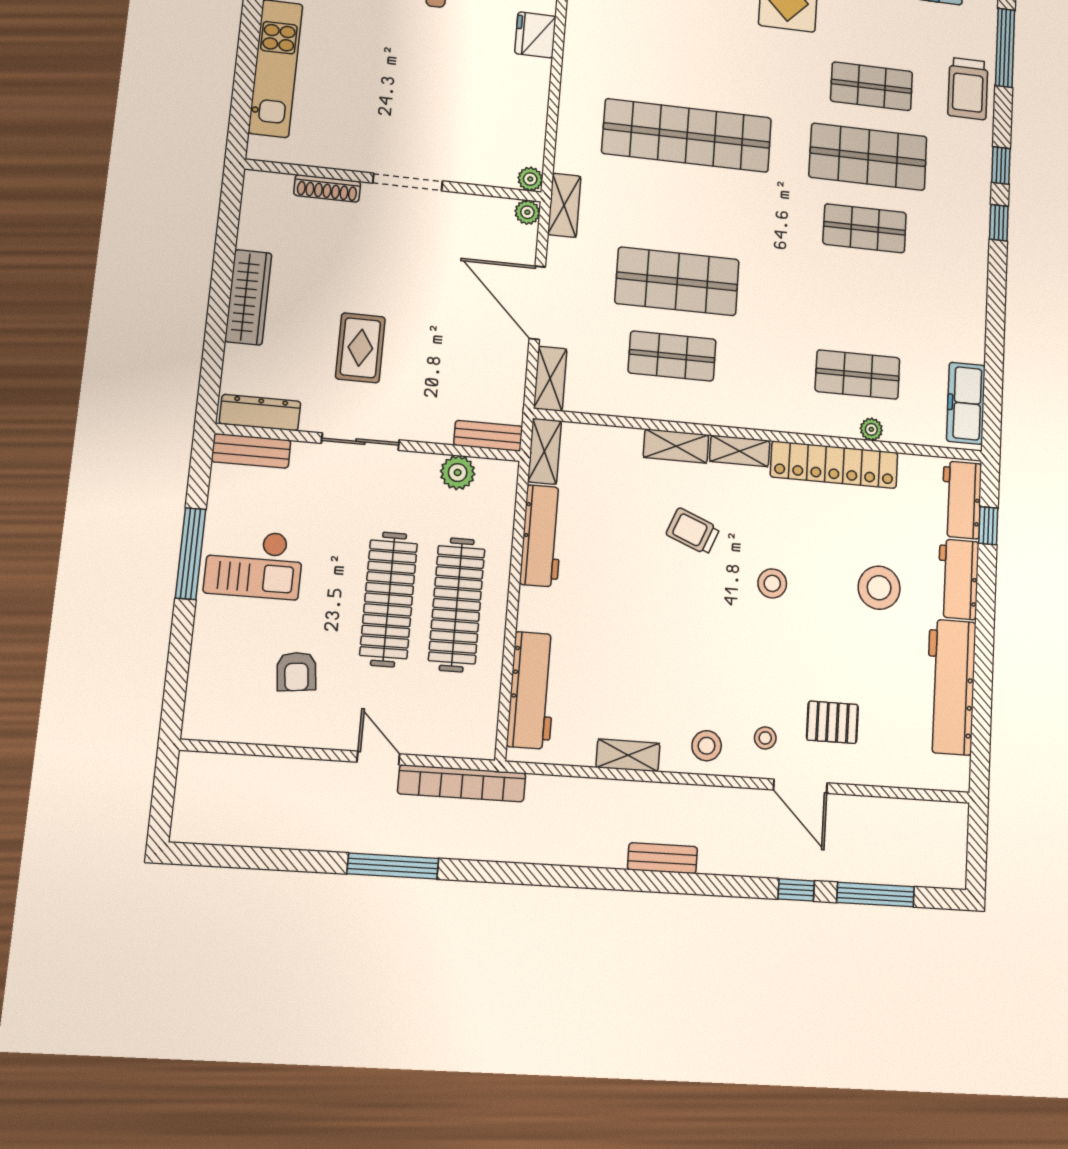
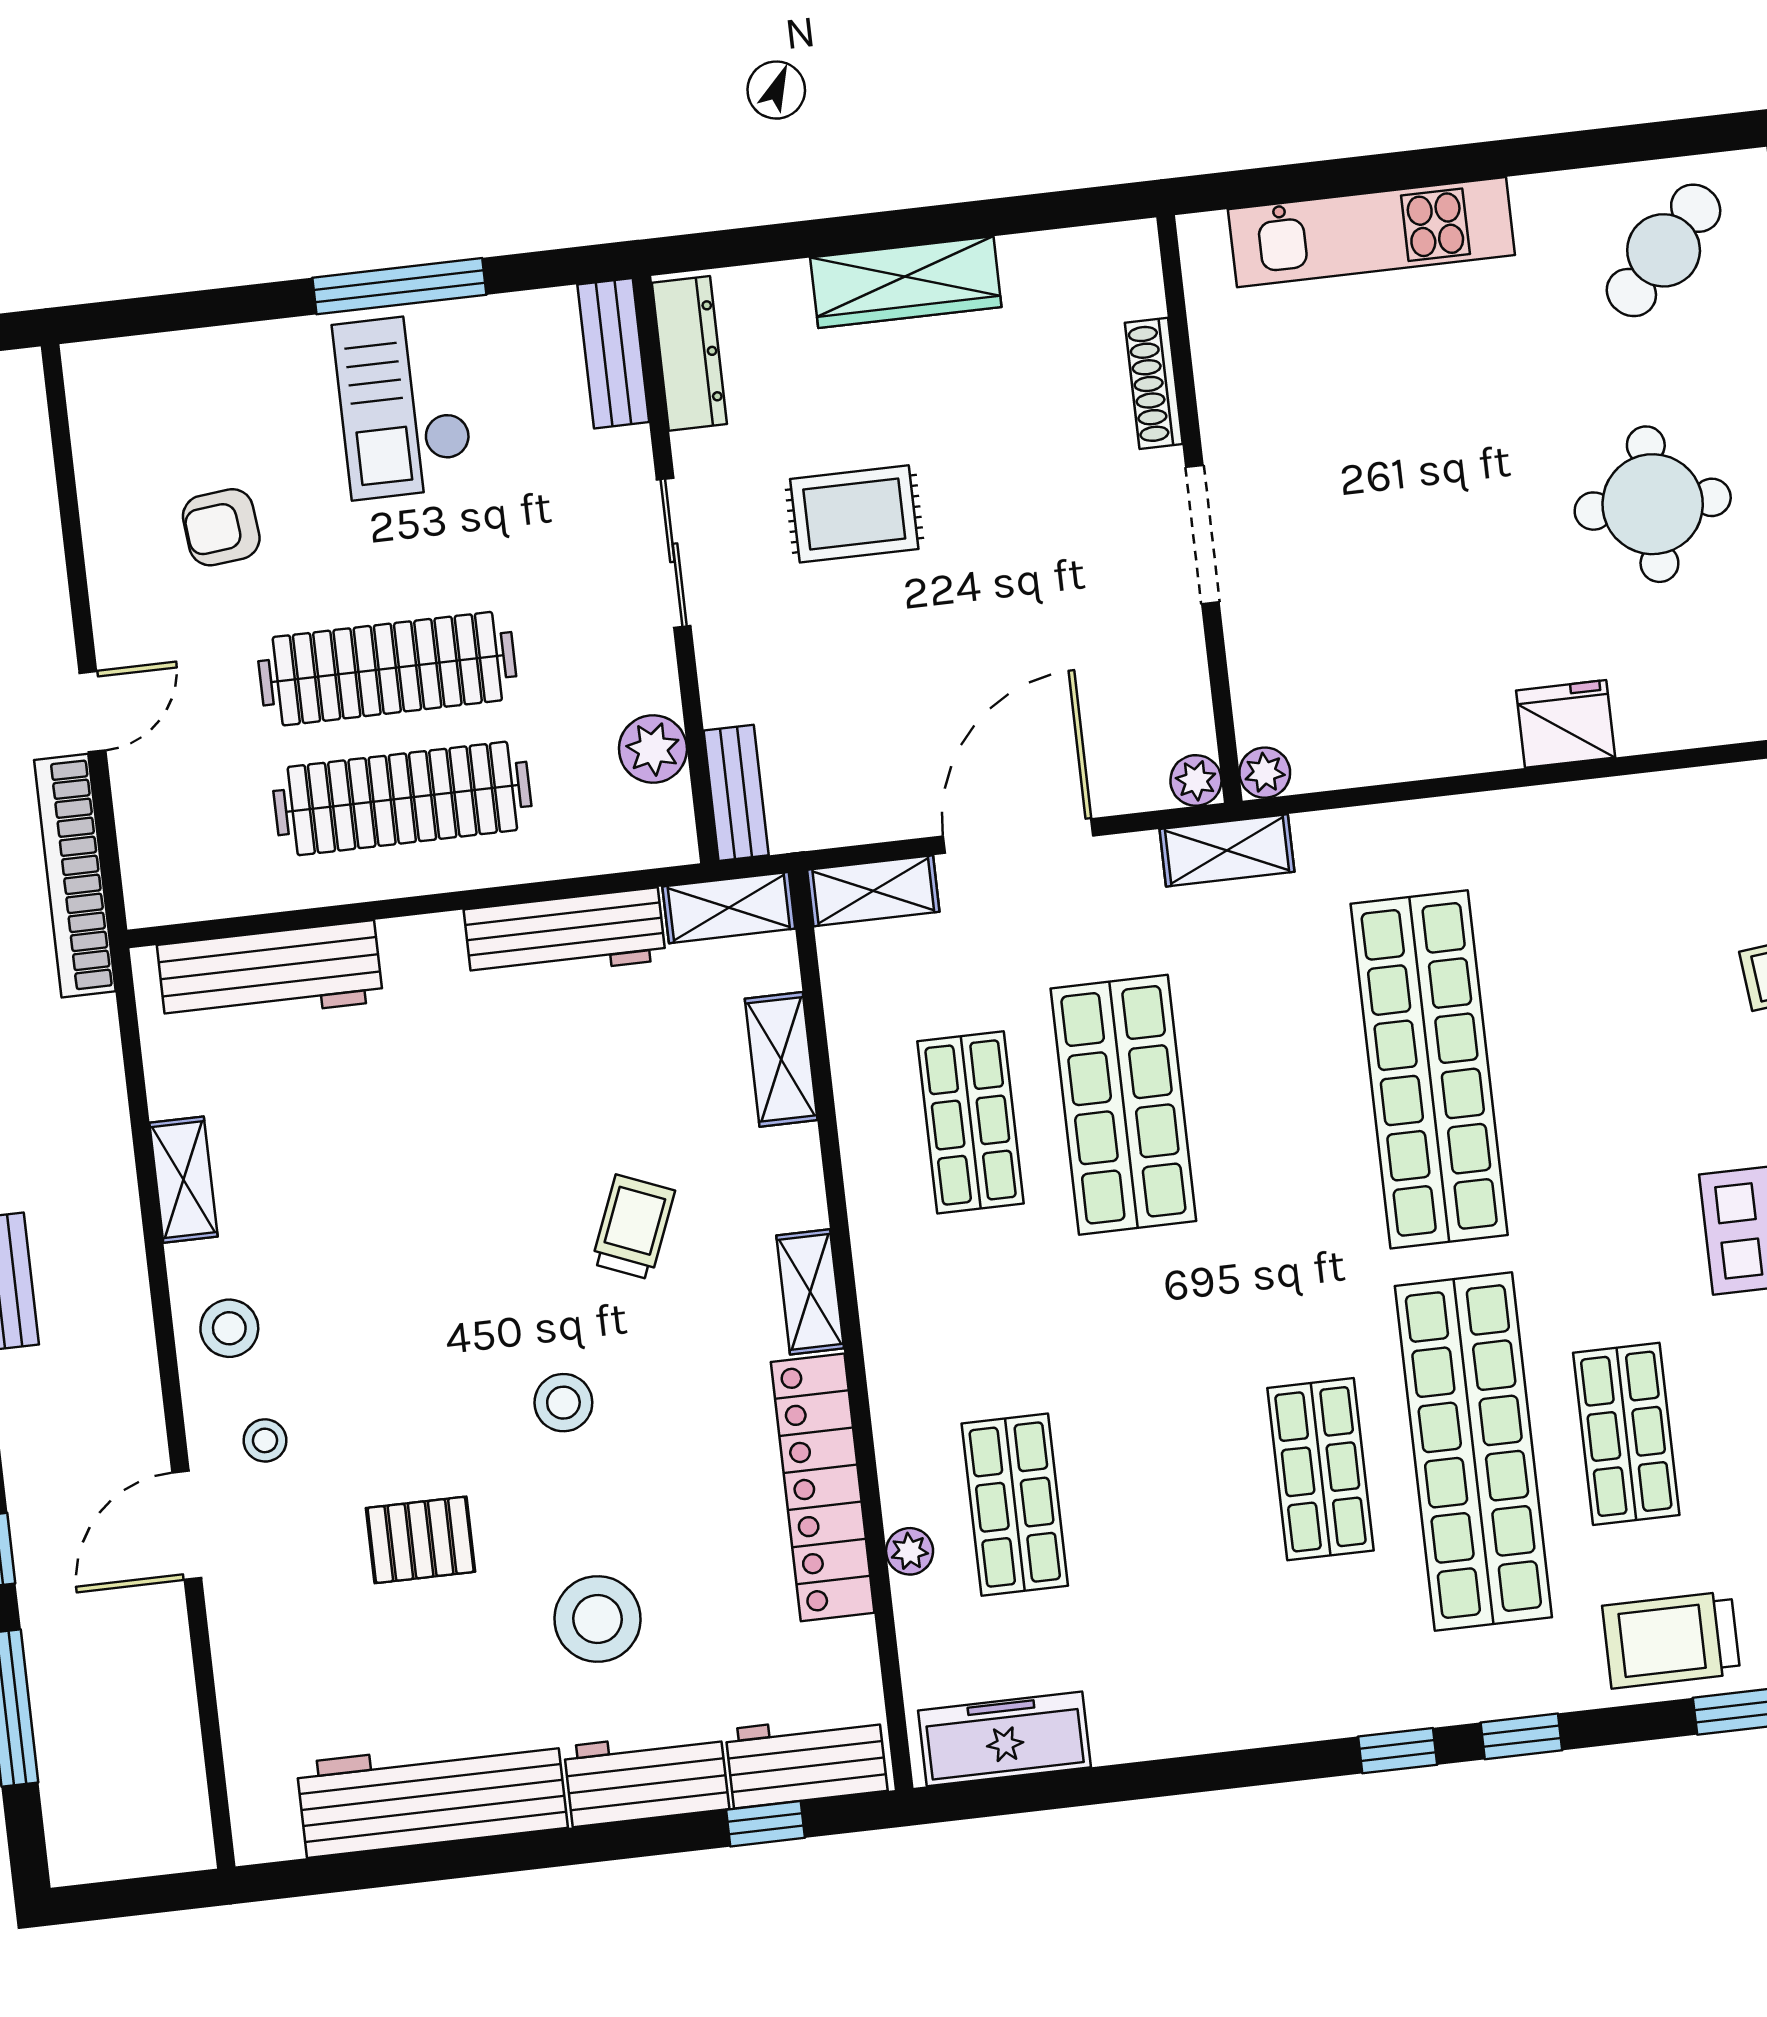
shop shelf: (868, 157) -> (1473, 1452), width x1.40
shelving: (676, 446) -> (781, 1059), moved
pallet: (832, 722) -> (421, 1540), moved, turned 90

